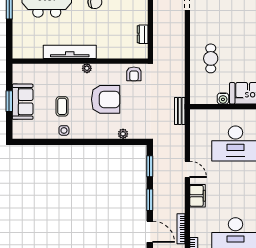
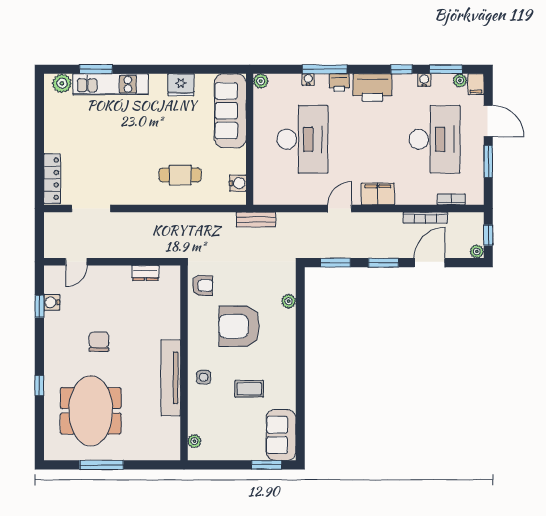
plant: (87, 68) -> (194, 441), moved
armchair: (106, 99) -> (239, 326), turned -90
water cooler: (223, 99) -> (238, 183), moved
window: (9, 101) -> (267, 465), moved
sofa: (23, 102) -> (281, 435), moved, turned -90
side table: (64, 130) -> (204, 377), moved

